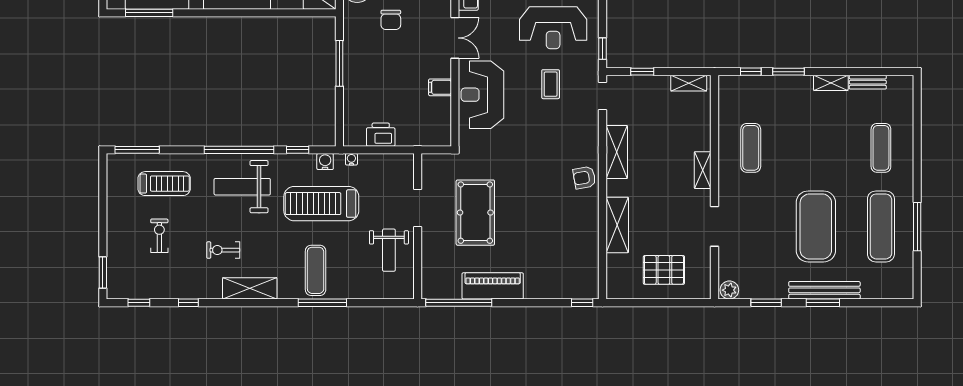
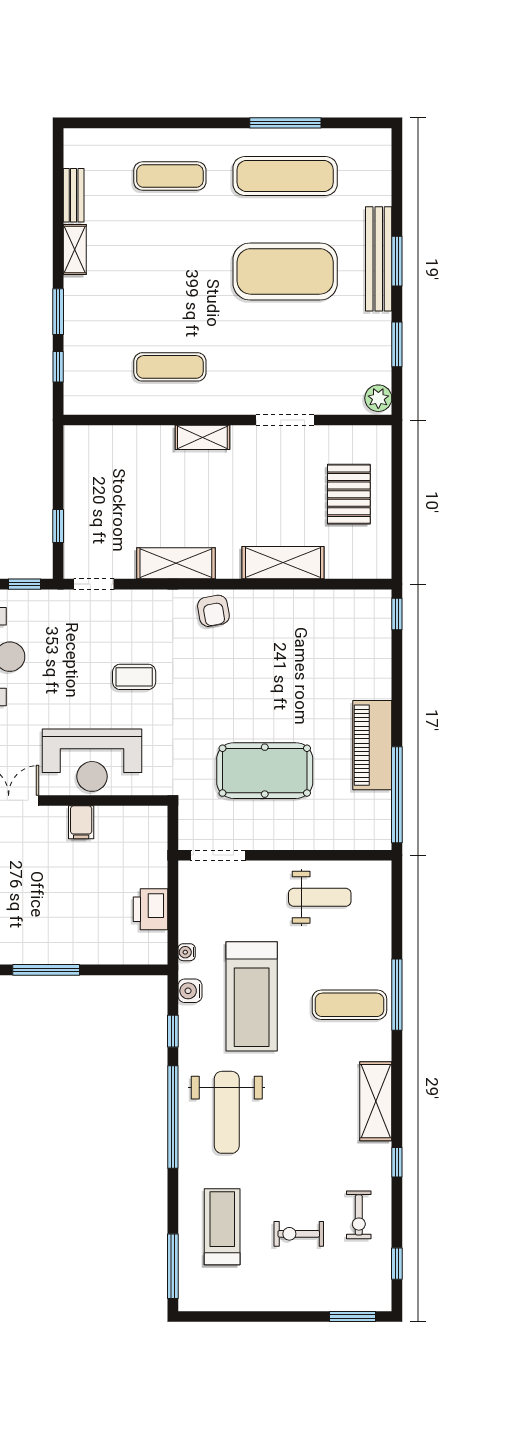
shelving: (689, 83) -> (75, 458), removed
coffee table: (551, 84) -> (134, 677), moved
doorway: (418, 208) -> (218, 855), moved
exercise bike: (223, 250) -> (359, 1215), moved
window: (188, 303) -> (397, 1162), moved

